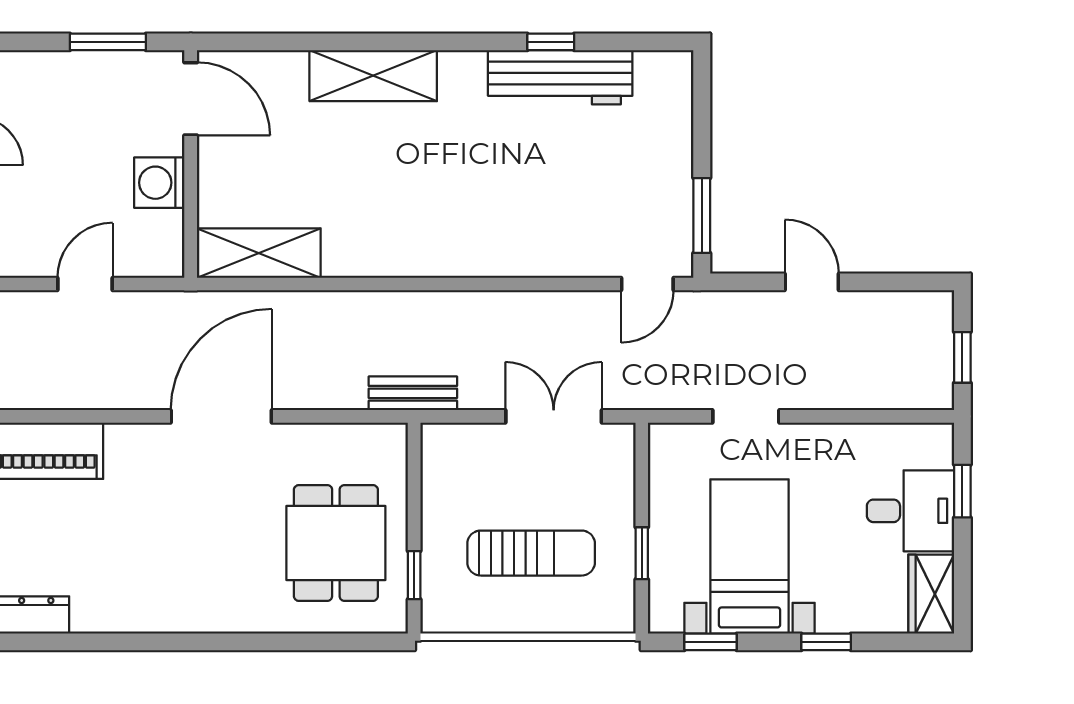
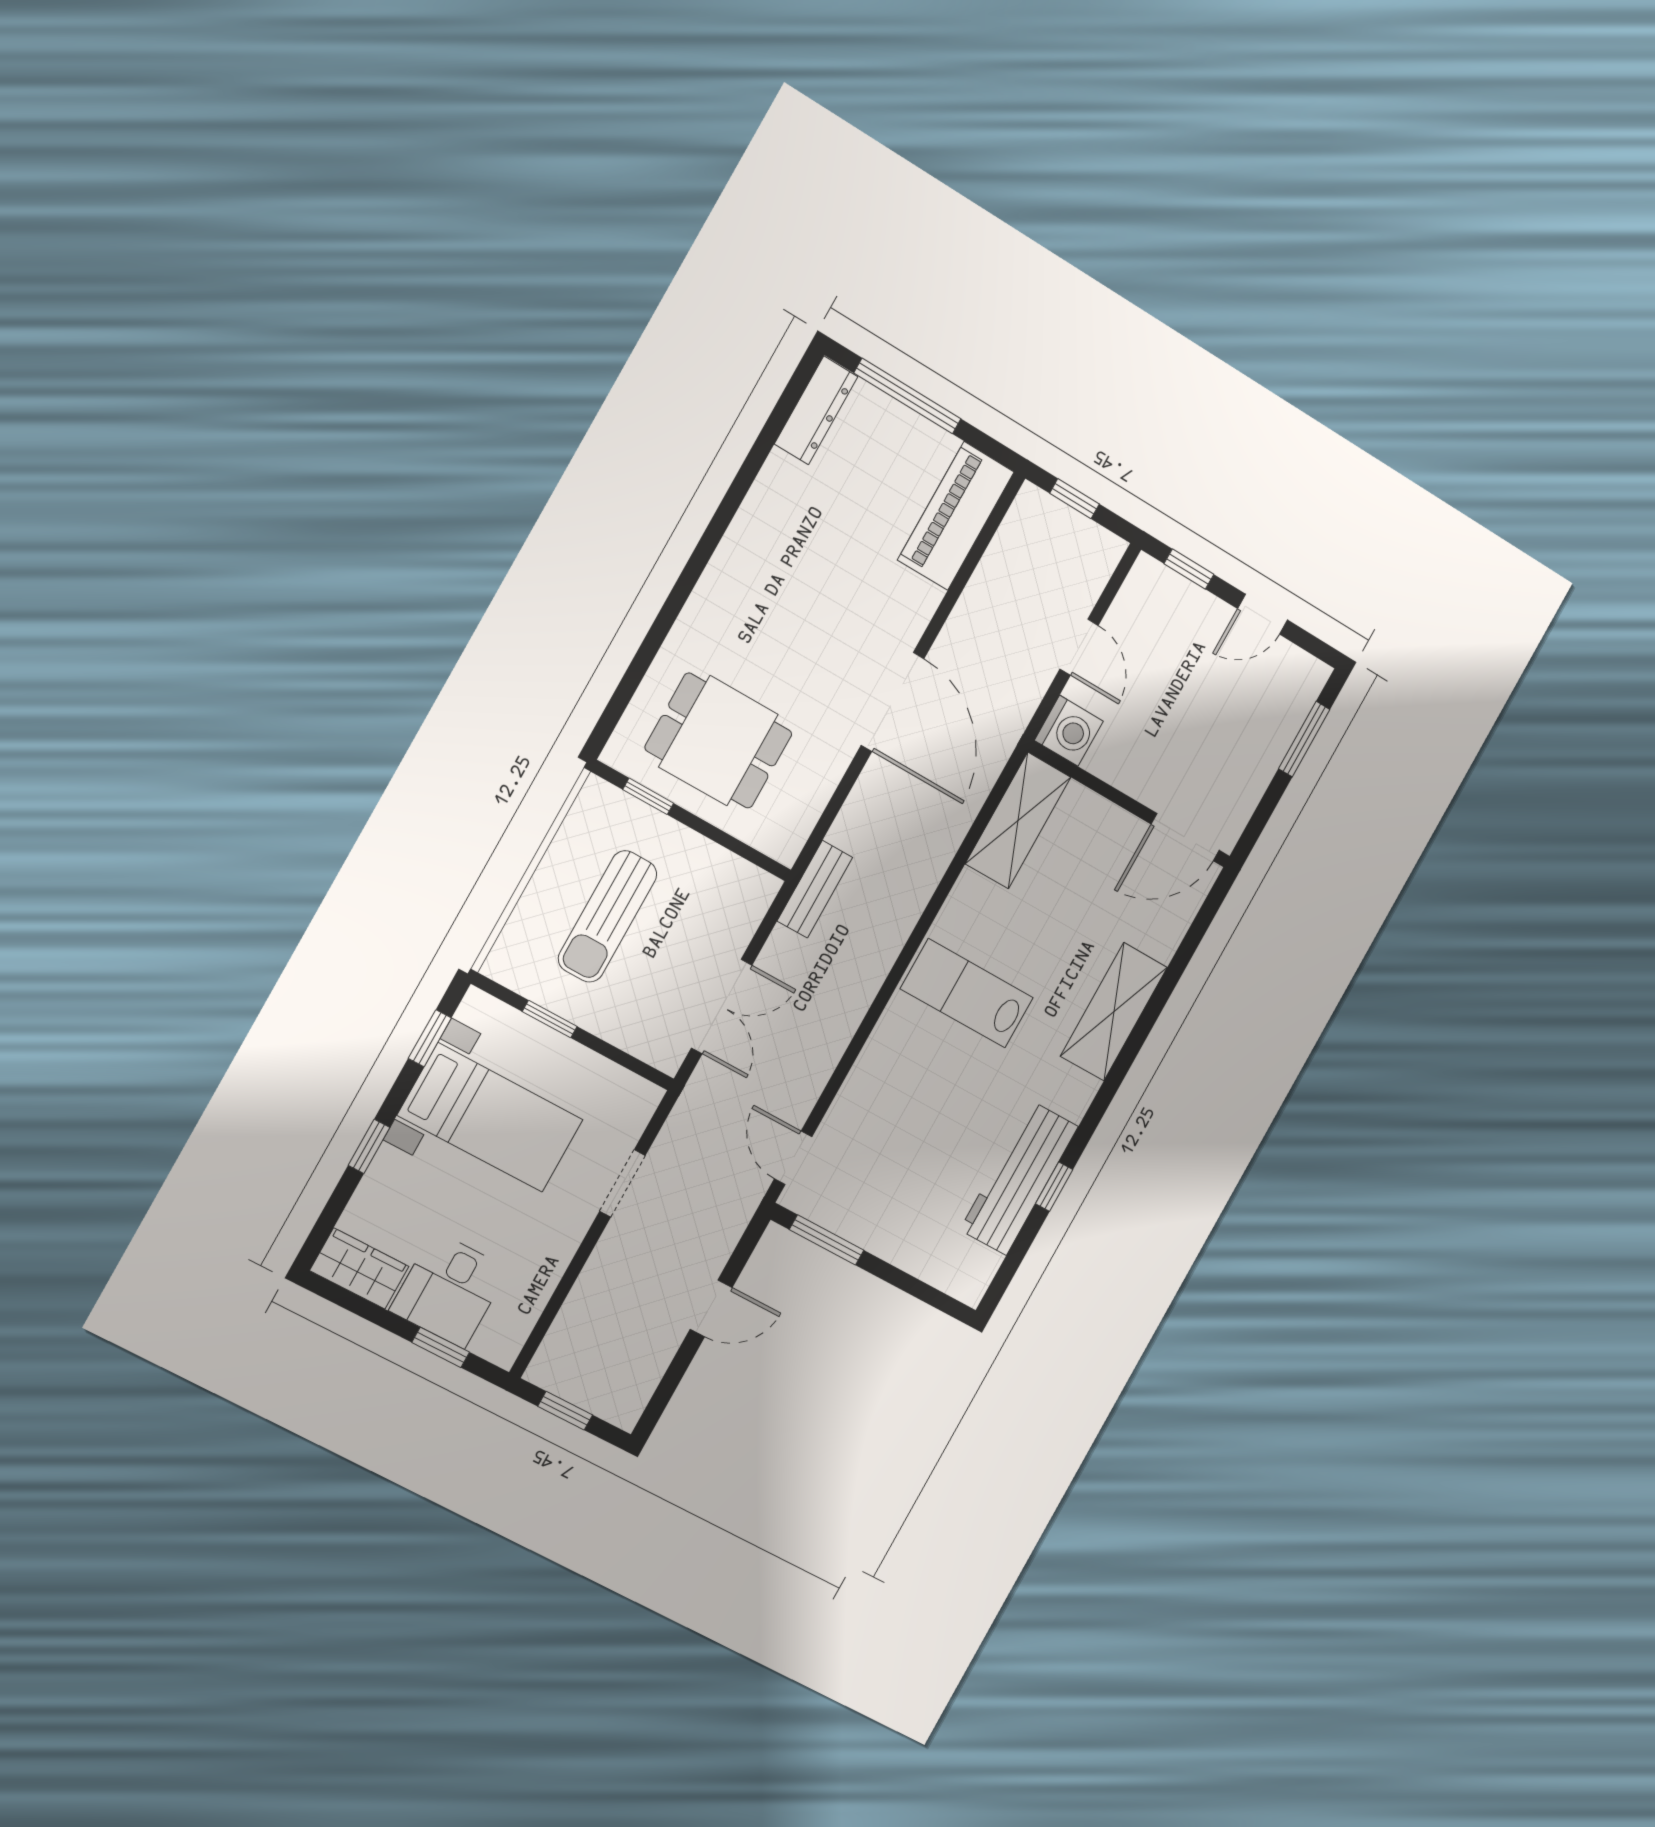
window: (108, 42) -> (1304, 739), moved
washing machine: (159, 183) -> (1069, 731), moved, turned 90
lab bench: (428, 214) -> (967, 993), added

